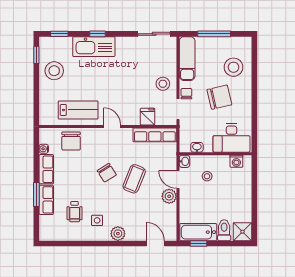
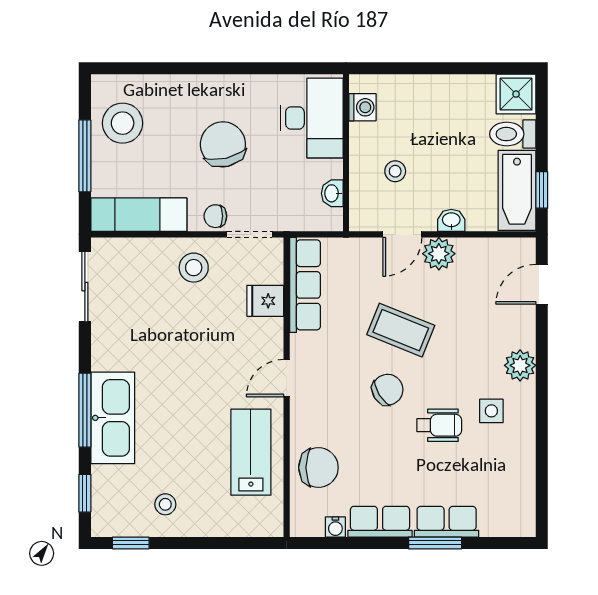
window: (97, 34) -> (85, 410), width x2.17
stool: (234, 67) -> (123, 123), moved
stool: (54, 71) -> (165, 504), width x0.53, depth x0.53
washbasin: (185, 161) -> (451, 220), moved
wheelchair: (75, 212) -> (439, 425), moved

